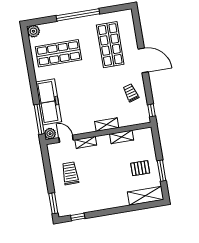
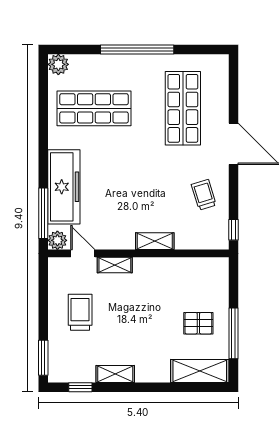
shelving: (122, 137) -> (115, 374), moved
window: (162, 171) -> (234, 333), width x1.44

